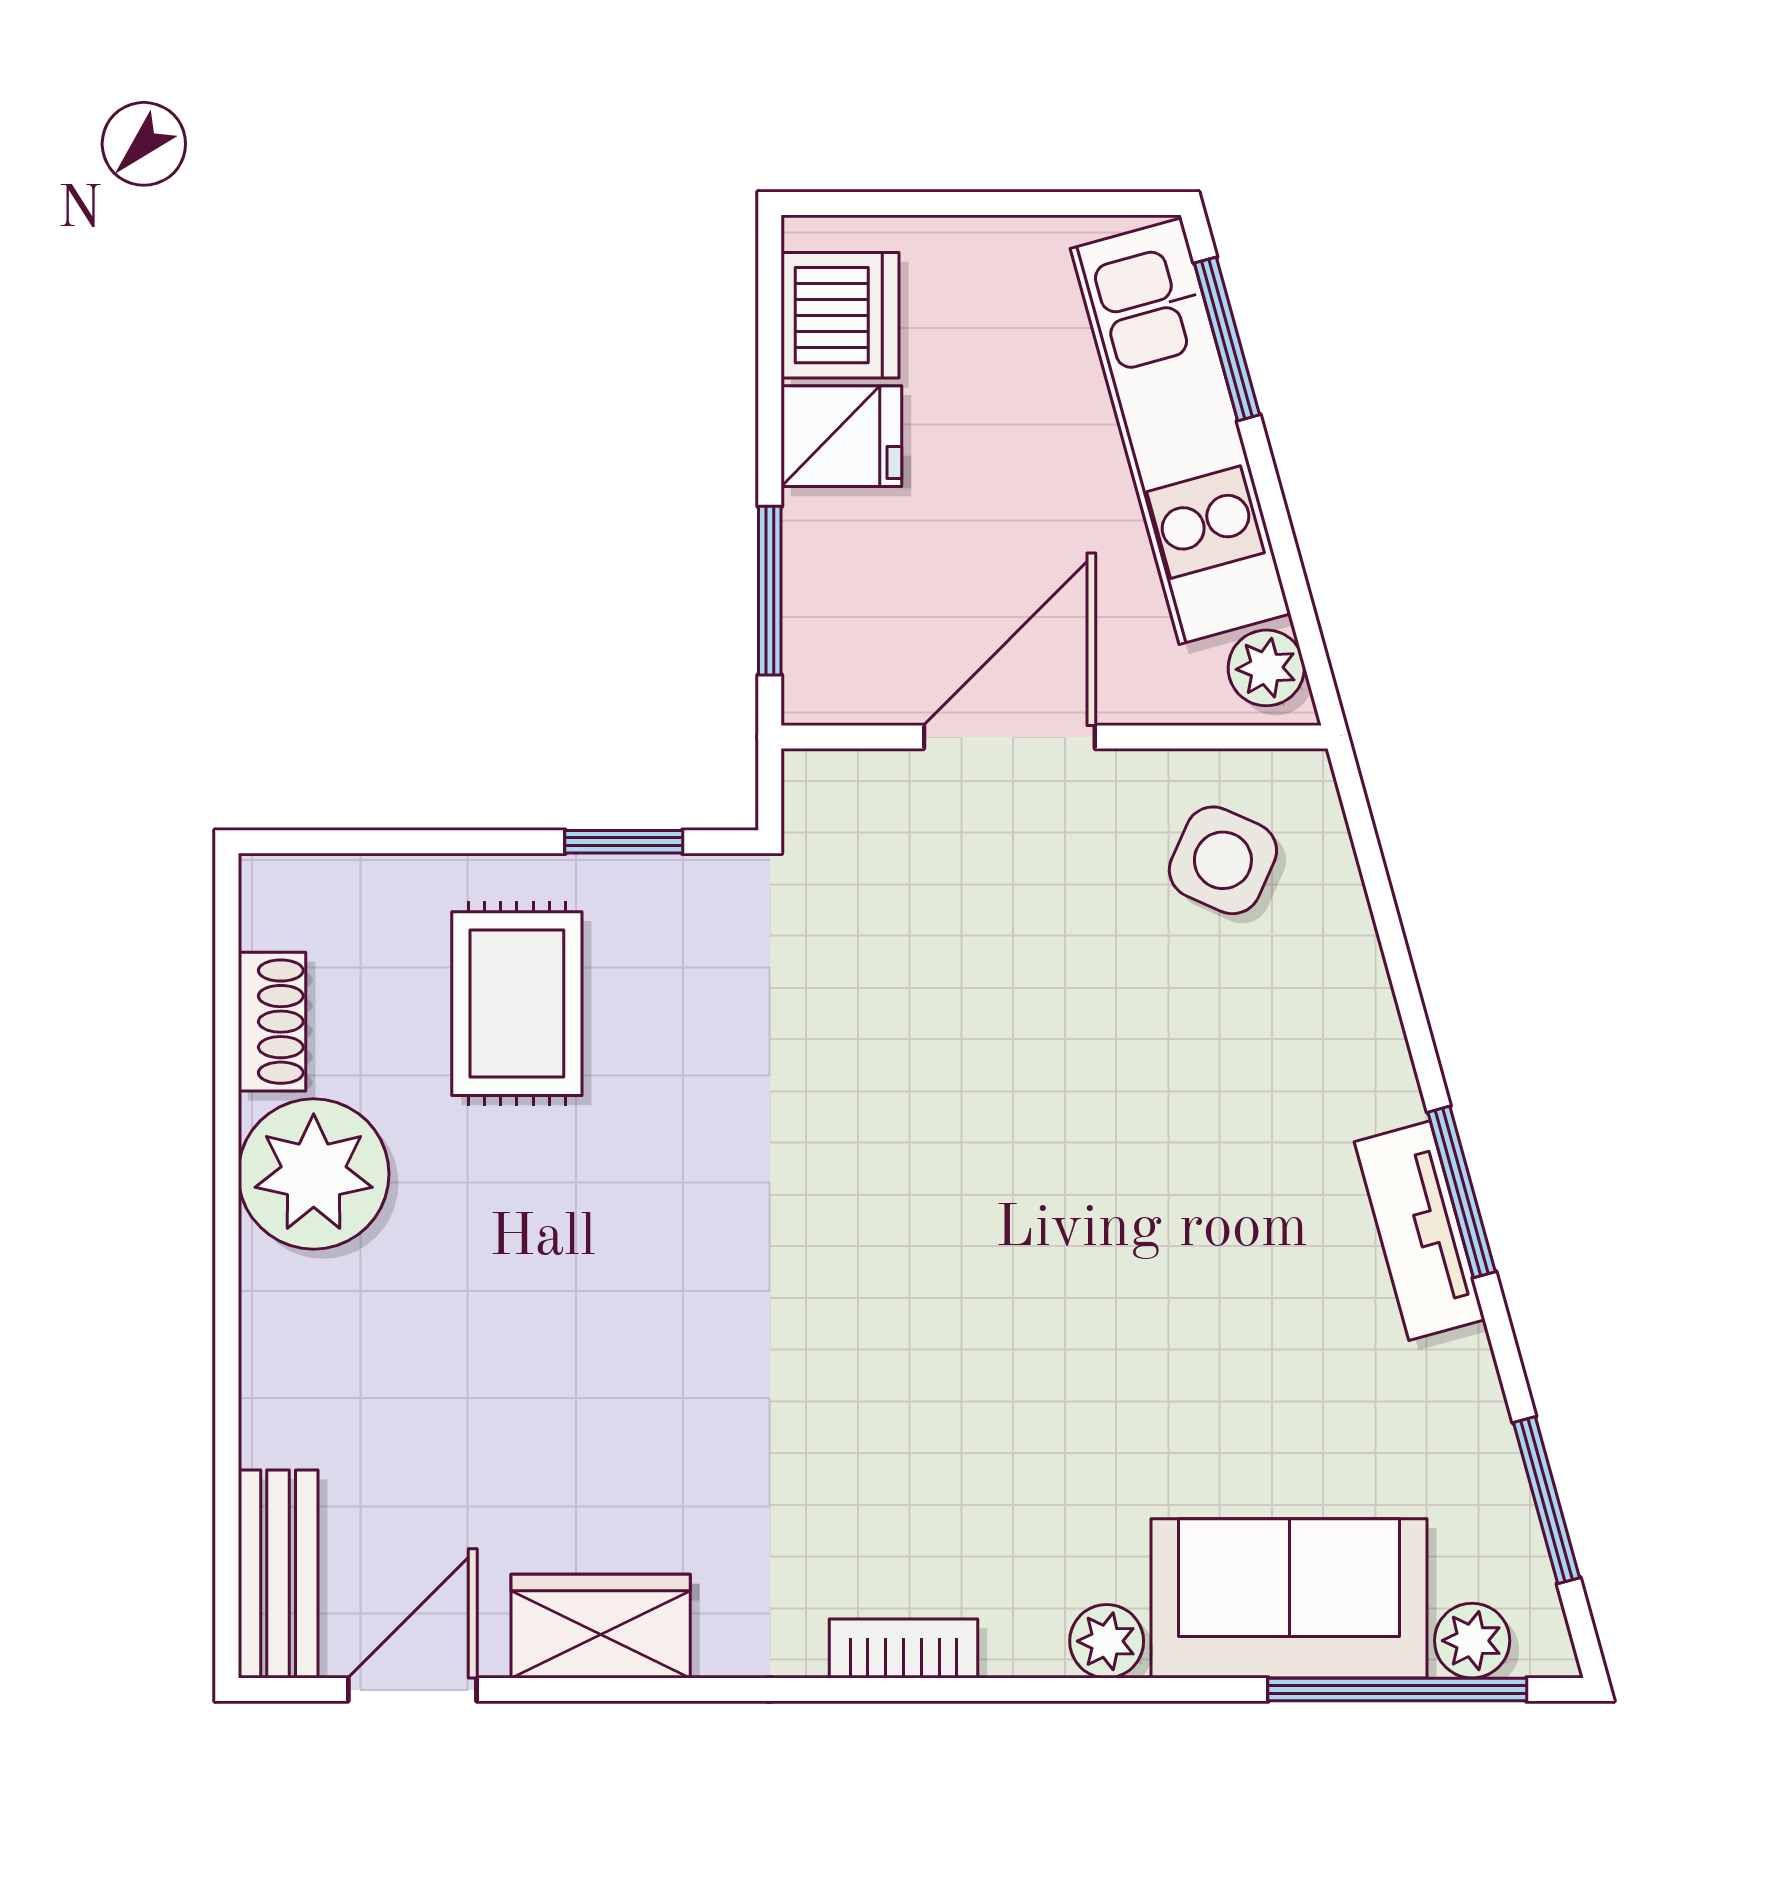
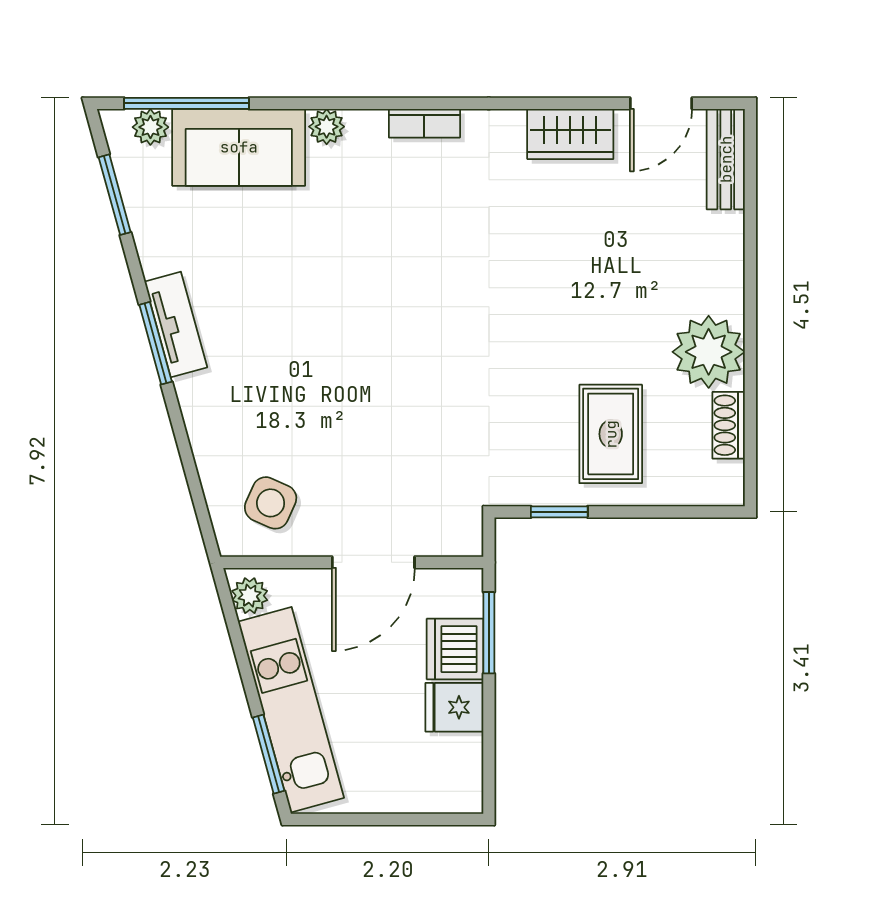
dishwasher: (840, 315) -> (455, 649), moved

